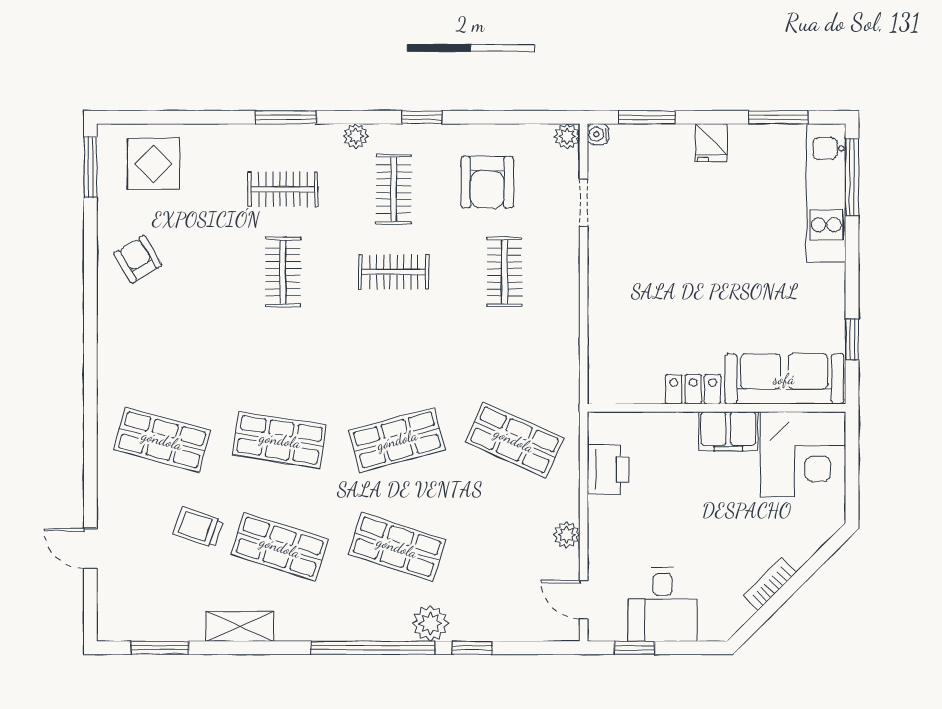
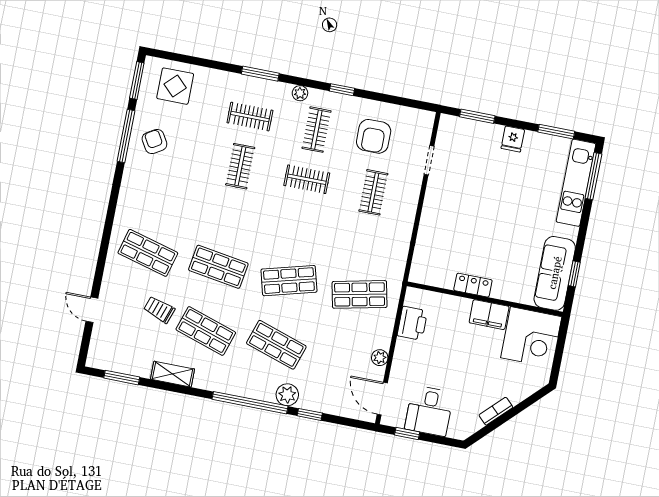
water cooler: (598, 134) -> (446, 121), removed
plant: (567, 136) -> (427, 118), removed
window: (90, 259) -> (126, 136), added
sofa: (784, 379) -> (555, 273), moved, turned -90
shop shelf: (514, 440) -> (360, 294), turned -36
door: (584, 600) -> (382, 399), width x1.38

